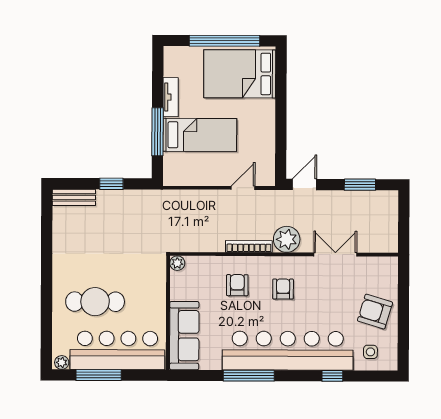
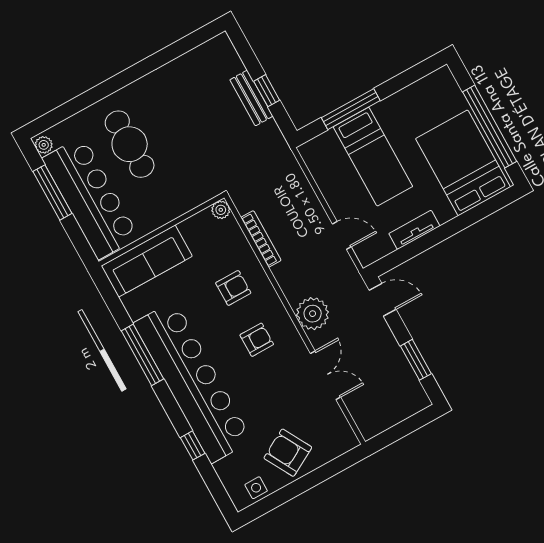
tv unit: (171, 97) -> (414, 230), moved, turned 180
bench: (74, 197) -> (251, 98), moved
bookcase: (249, 246) -> (261, 239), moved
armchair: (375, 312) -> (288, 453), turned -46
side table: (370, 352) -> (256, 488), moved

